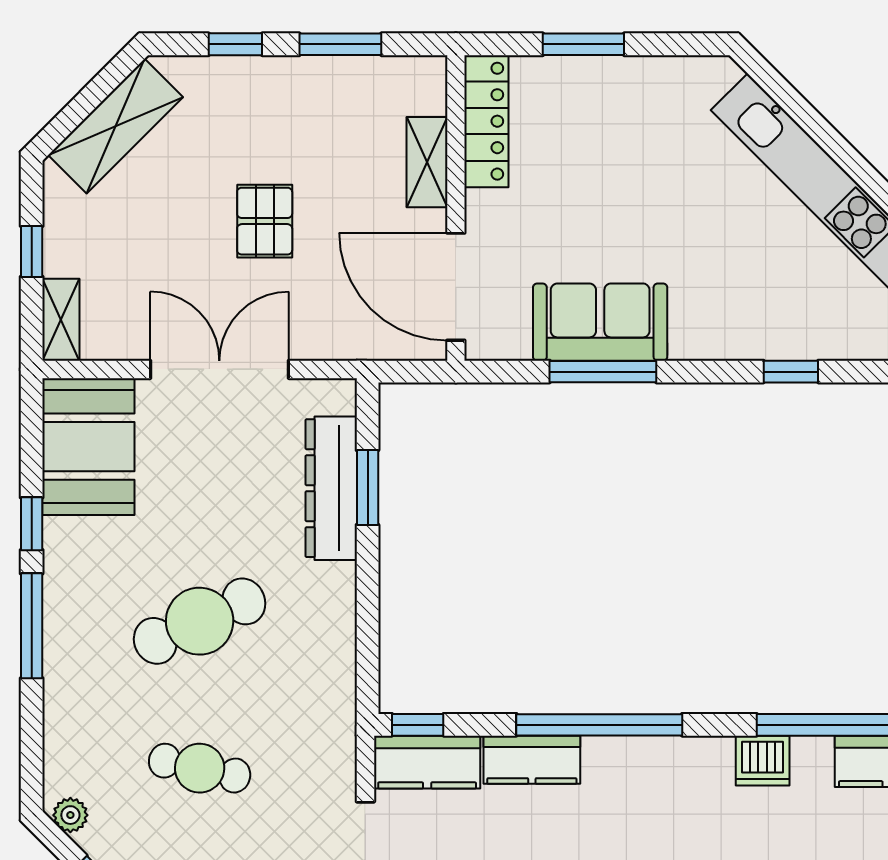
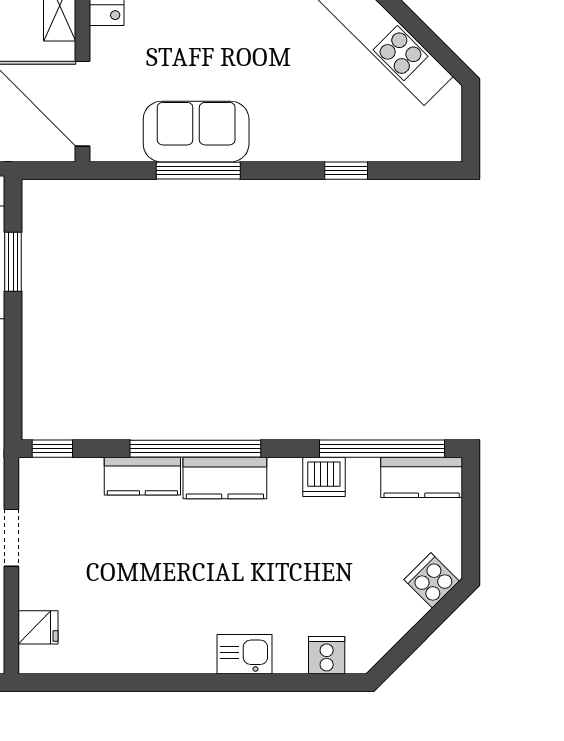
kitchen counter: (427, 762) -> (225, 478), moved

